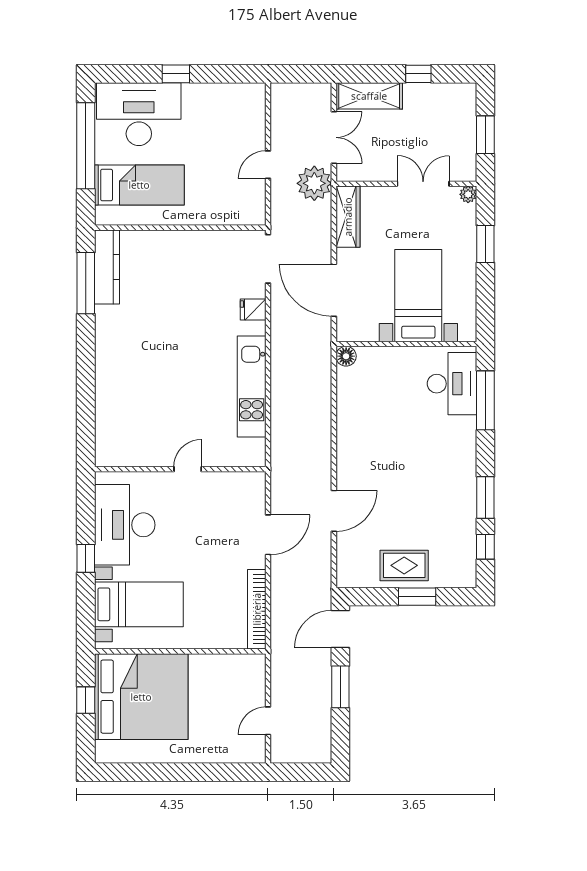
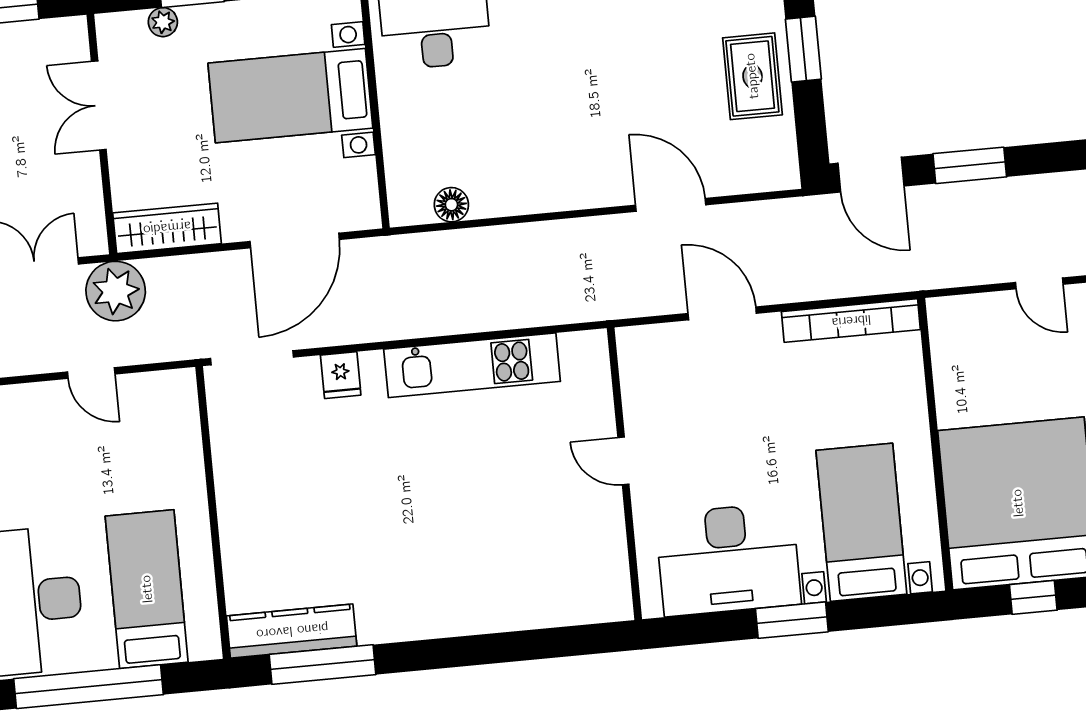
plant: (468, 194) -> (163, 22), moved
floor lamp: (346, 356) -> (451, 205), moved
window: (86, 558) -> (792, 620), width x1.50

